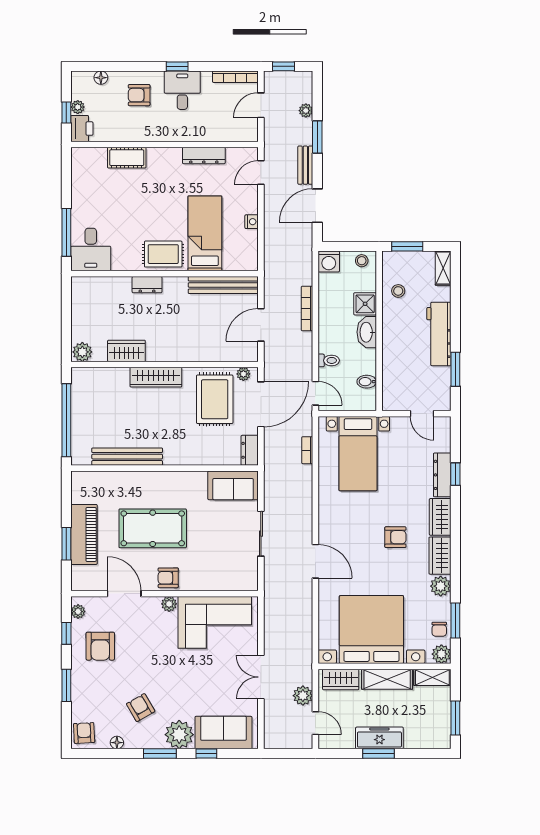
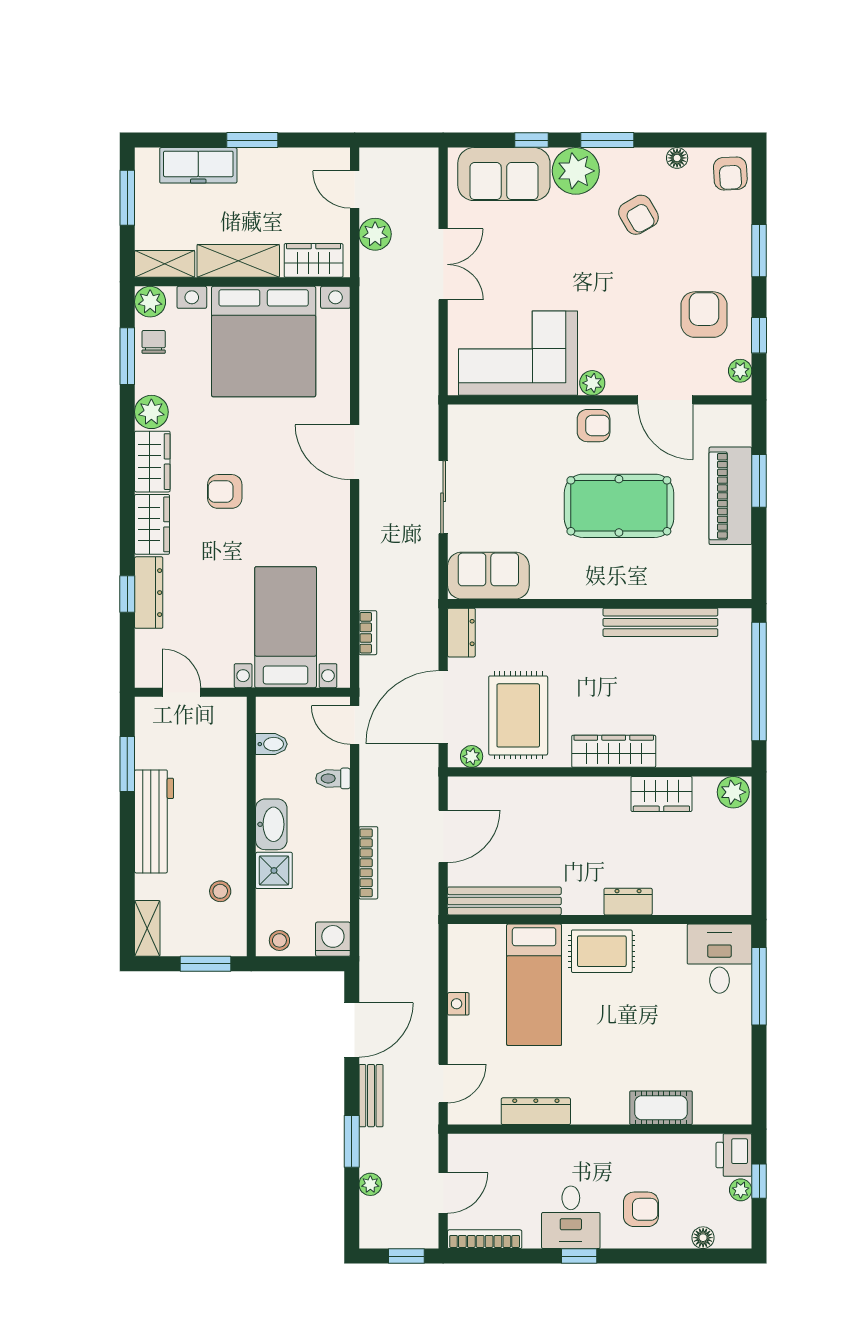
freezer: (379, 738) -> (198, 165), moved

